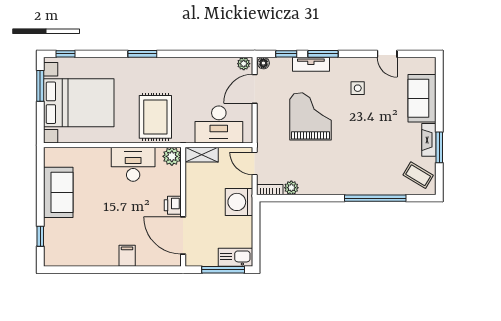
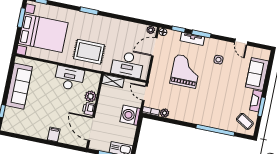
rug: (155, 117) -> (89, 52), turned 90
plant: (172, 156) -> (91, 96), moved
sofa: (58, 192) -> (19, 86), width x1.36

